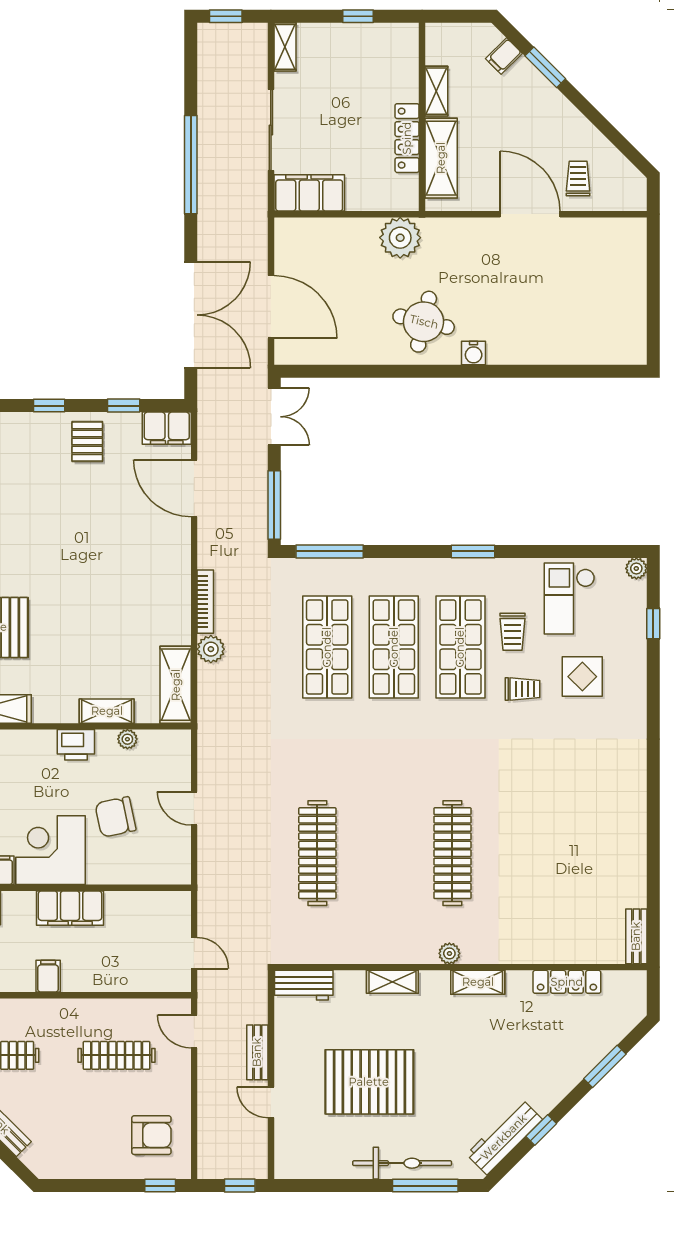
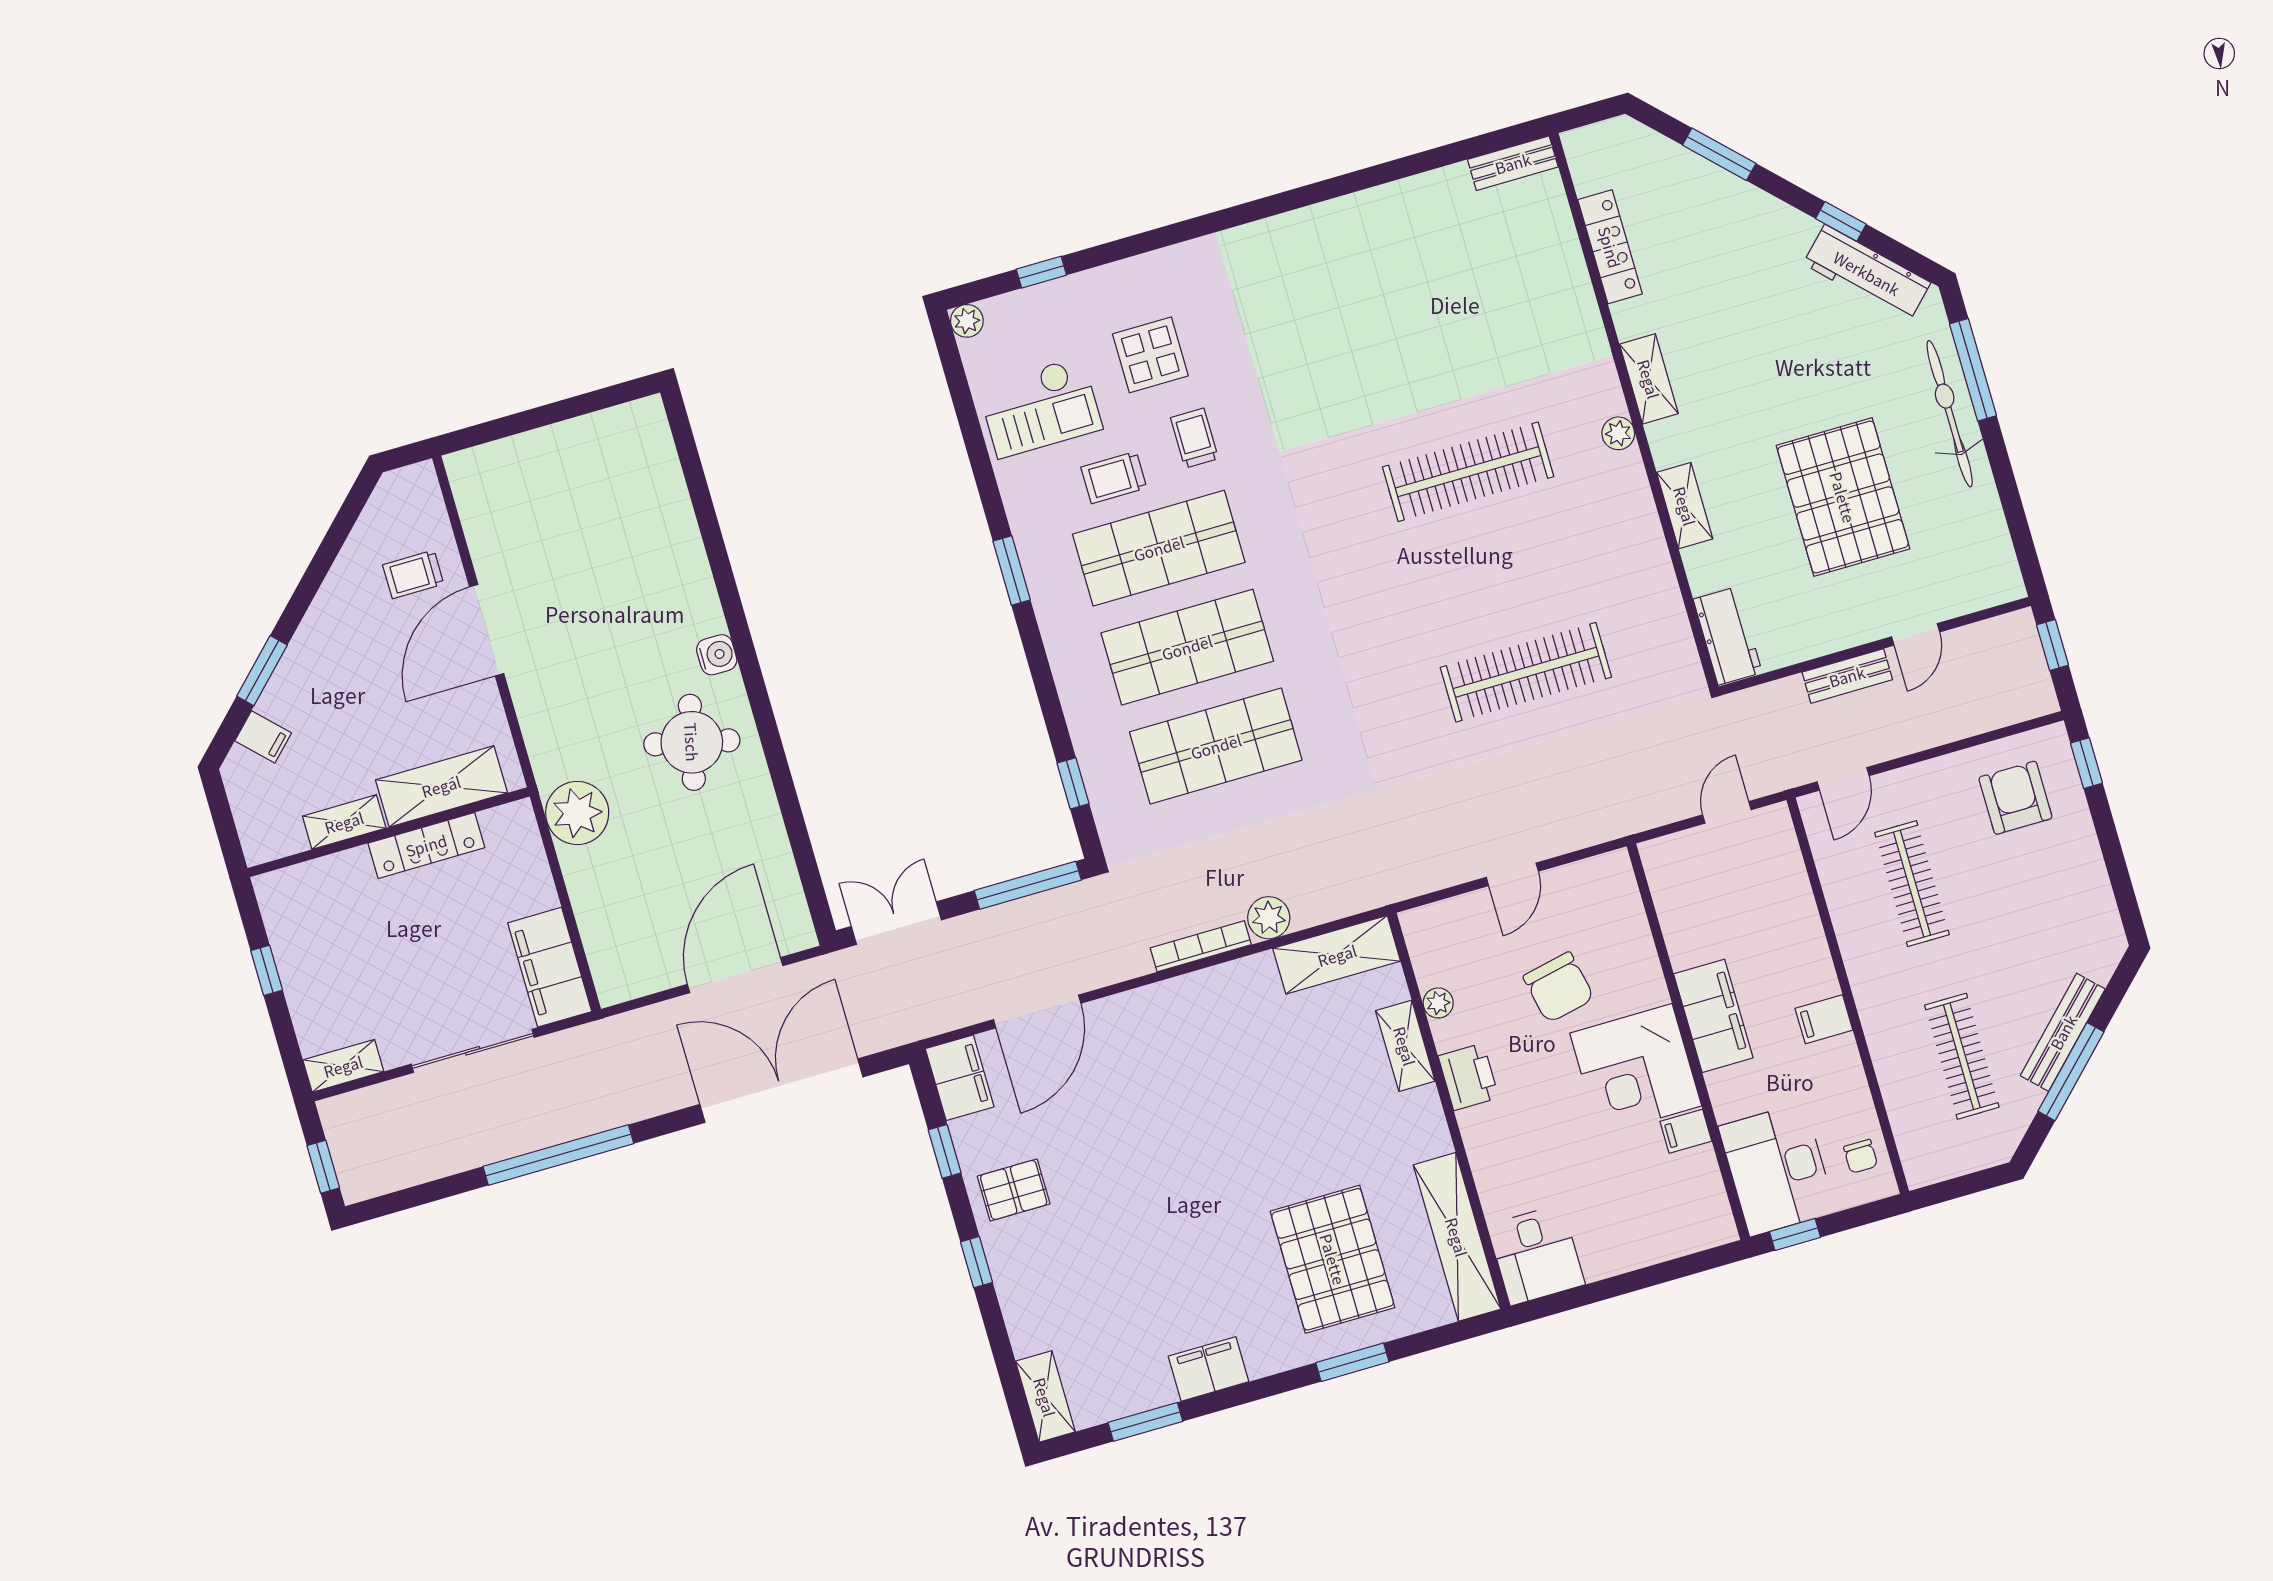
window: (330, 551) -> (1073, 783), width x0.46
trolley: (512, 632) -> (1114, 478), turned 180

